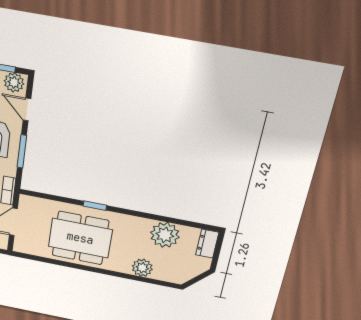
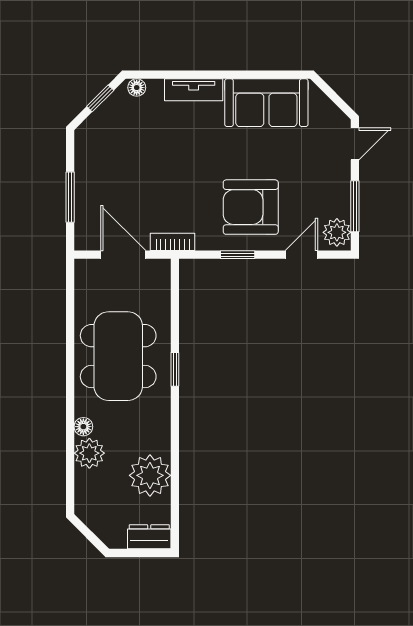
window: (22, 151) -> (238, 255), width x0.67
floor lamp: (124, 268) -> (83, 427), added

